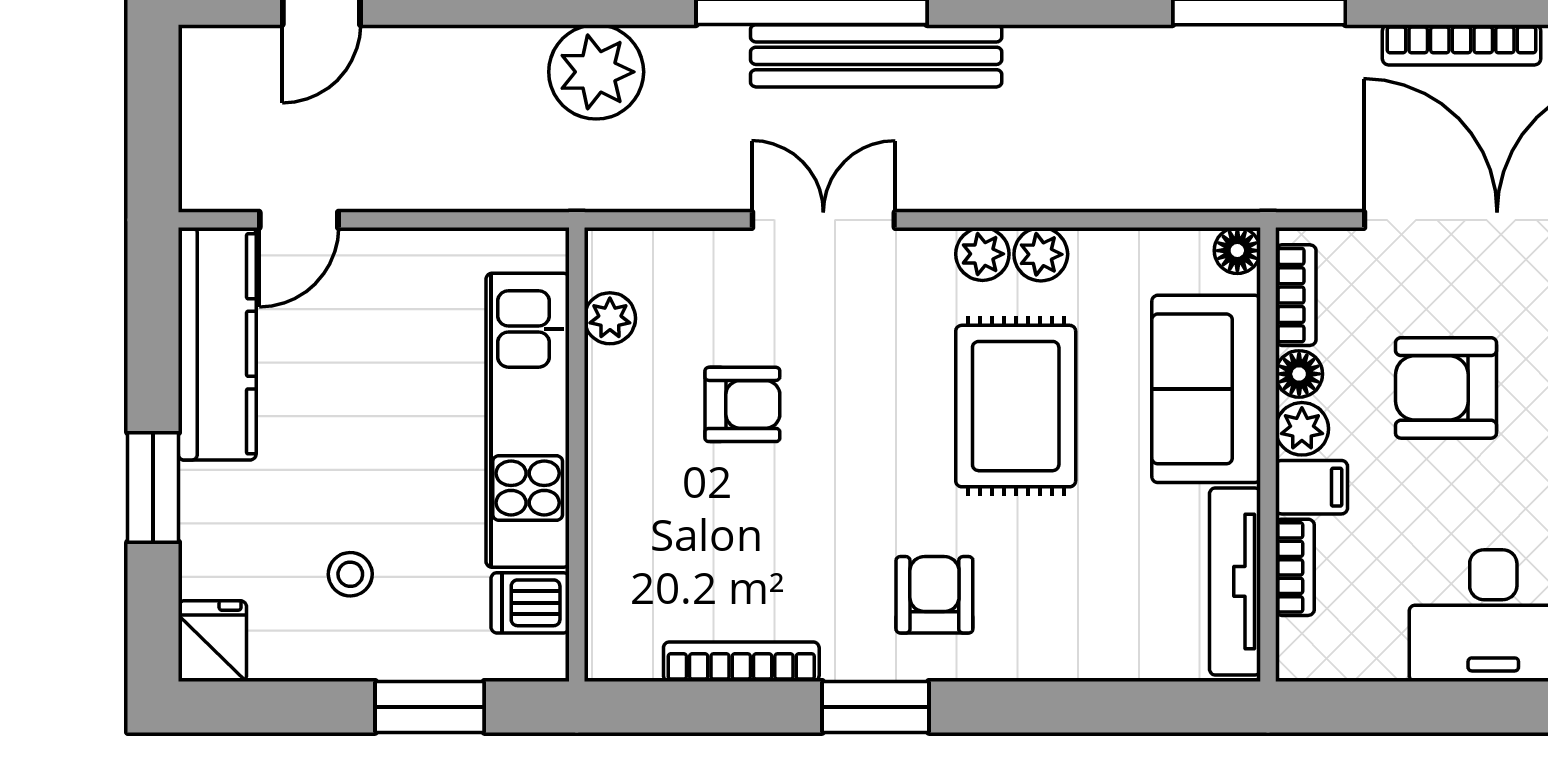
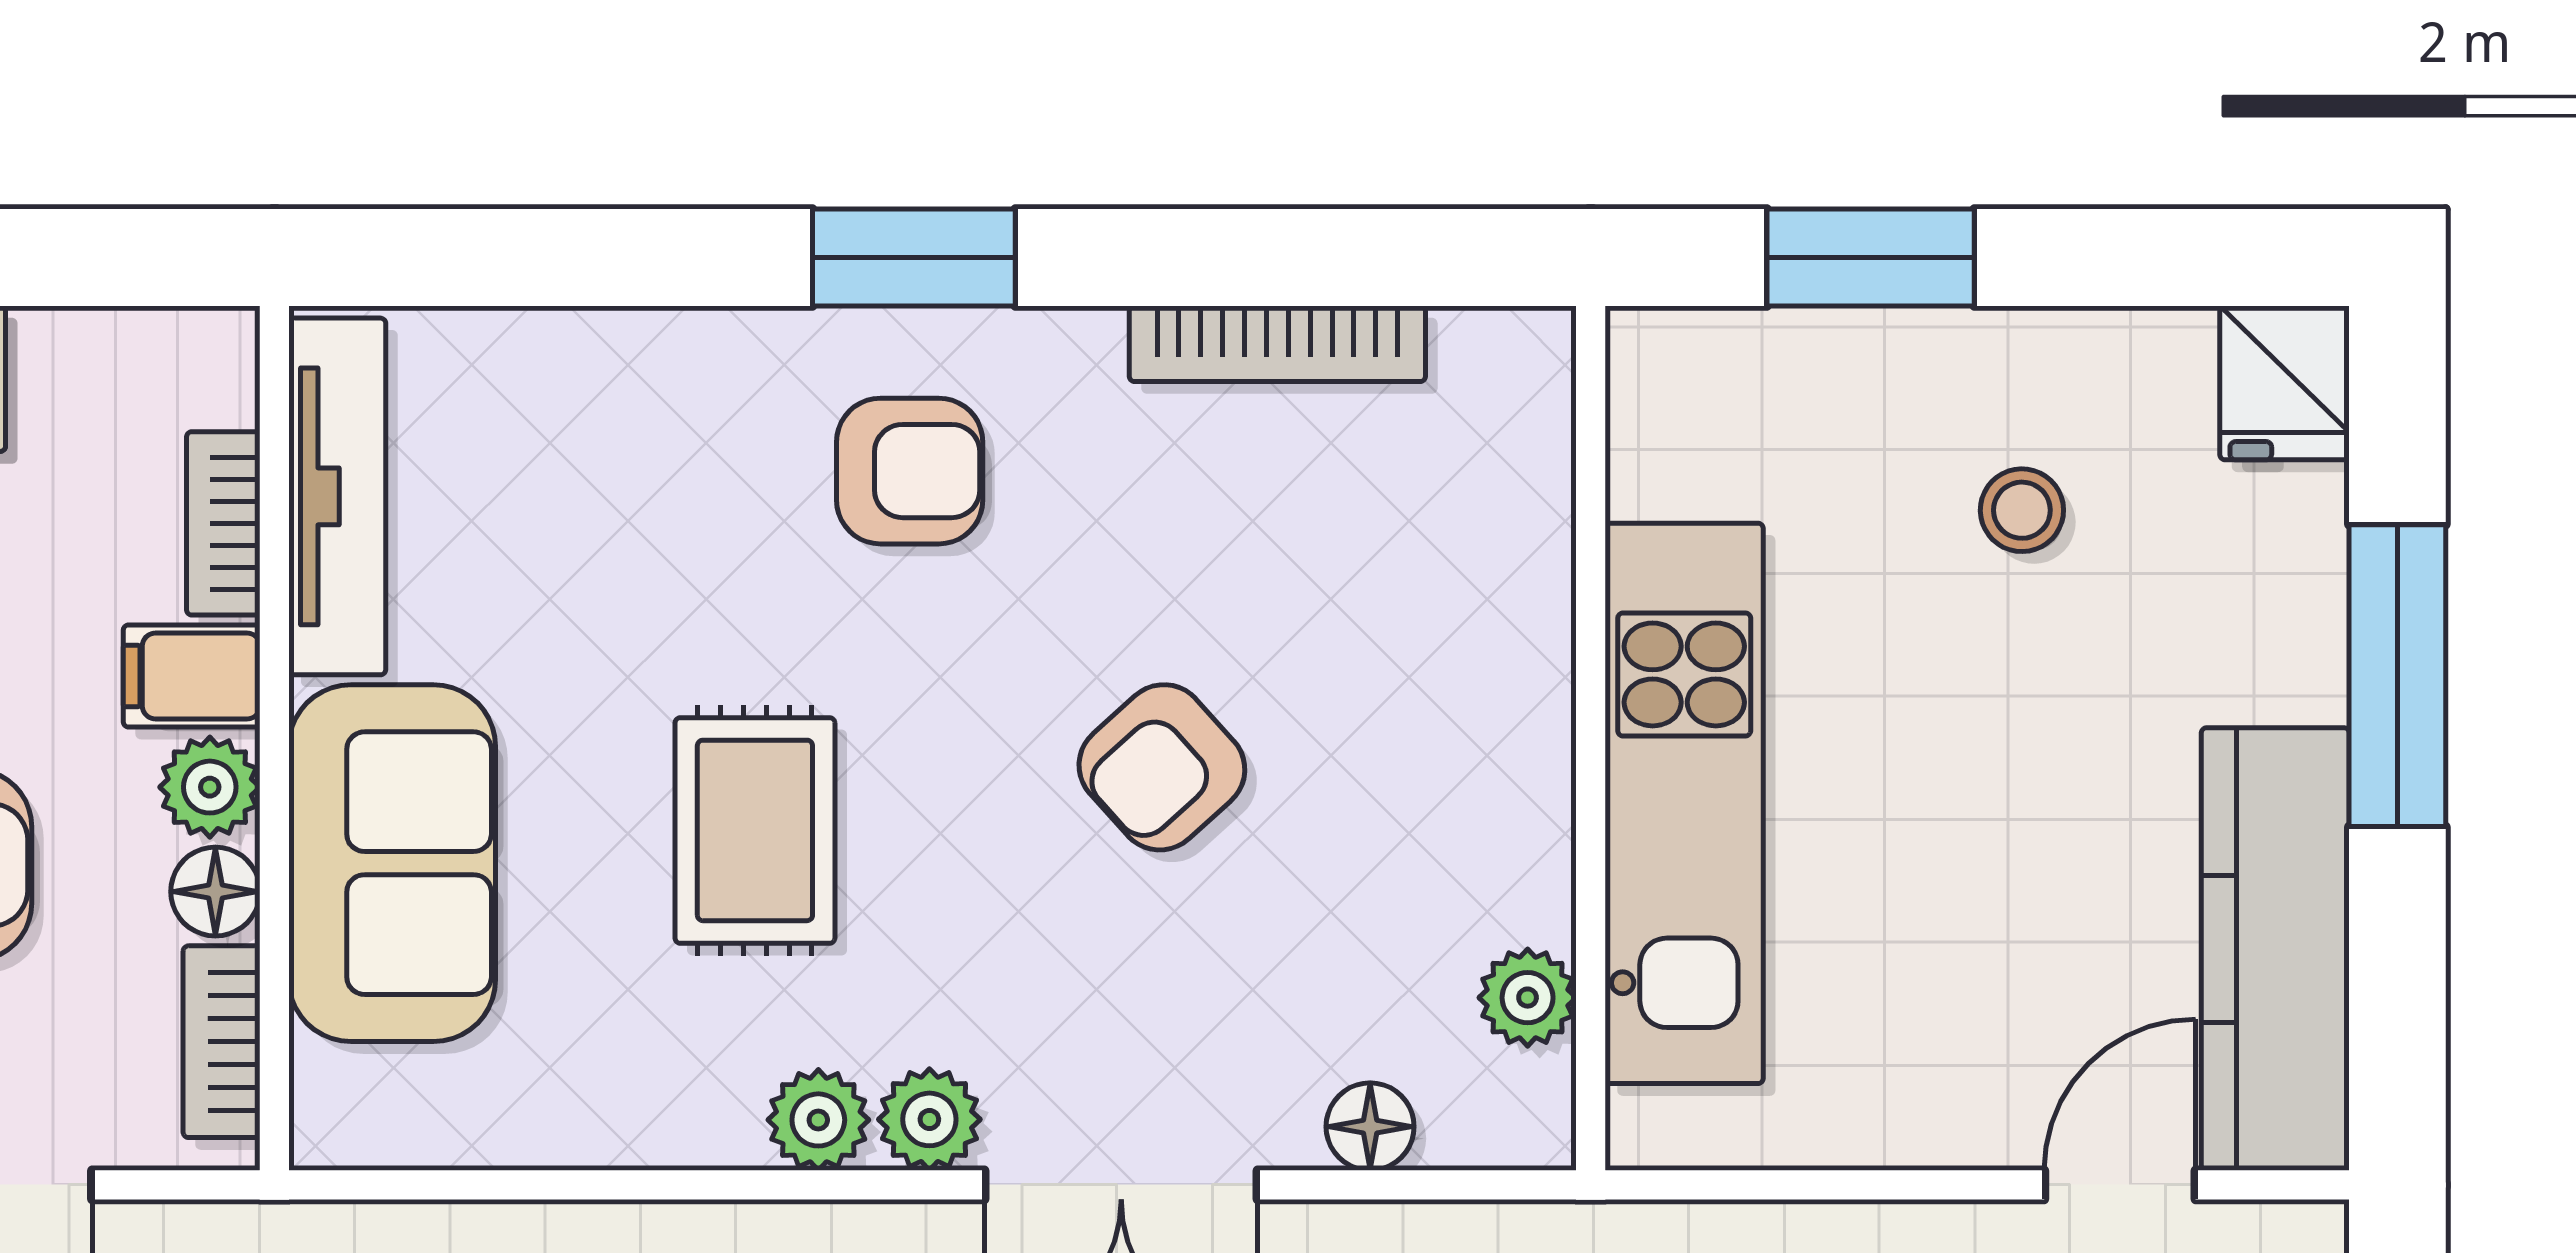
floor lamp: (1237, 251) -> (1370, 1127), moved
plant: (1041, 254) -> (929, 1119), moved
armchair: (742, 404) -> (1162, 767), moved, turned -42
rug: (1016, 406) -> (755, 830), width x0.73, depth x0.70
window: (153, 487) -> (2397, 676), width x1.44
armchair: (934, 595) -> (910, 471), turned -90
dishwasher: (530, 603) -> (1679, 456), removed
window: (875, 707) -> (914, 258), moved

